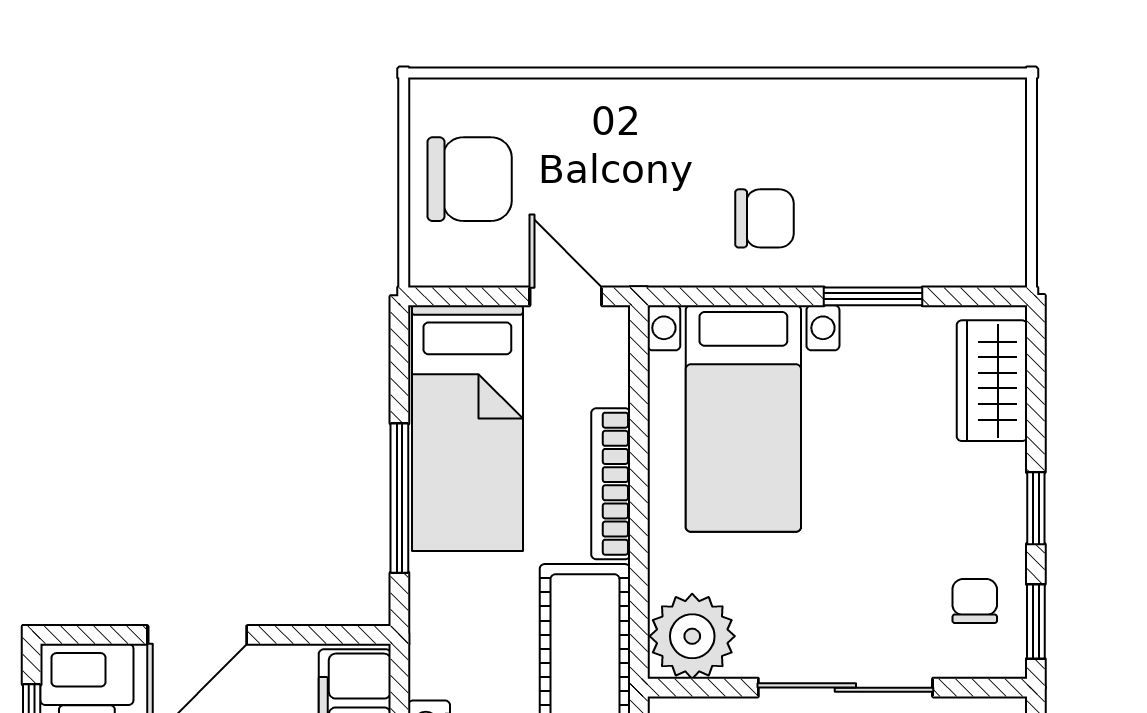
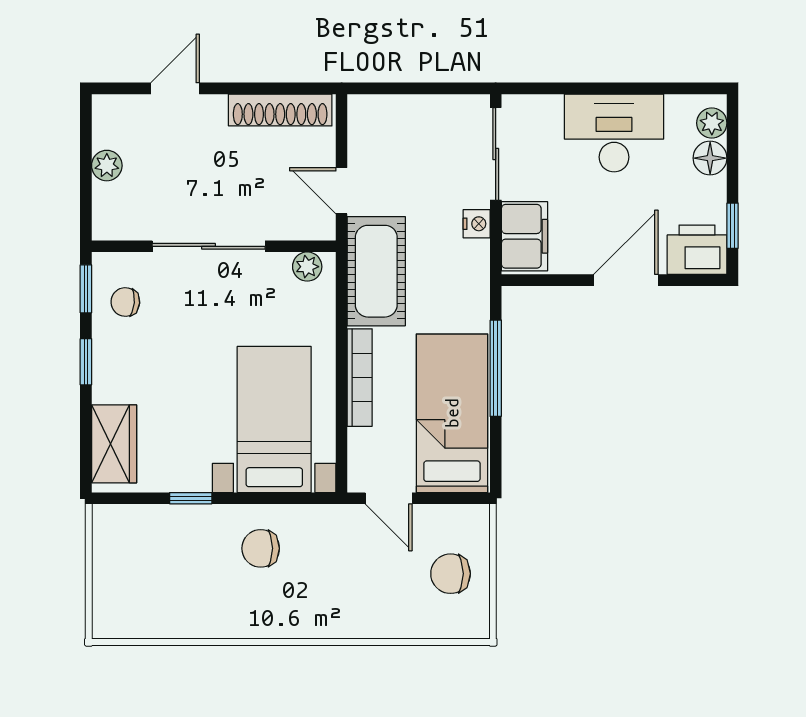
chair: (470, 179) -> (451, 574), width x0.73, depth x0.73
window: (873, 296) -> (191, 498), width x0.67
chair: (975, 601) -> (125, 302), turned 95
plant: (692, 636) -> (307, 267), width x0.53, depth x0.53

